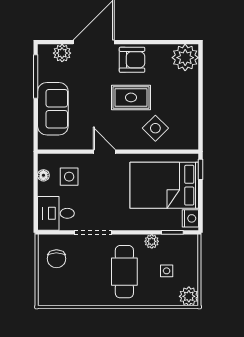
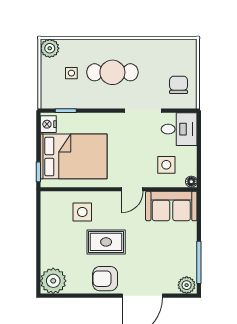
plant: (62, 53) -> (187, 285), moved
sofa: (53, 109) -> (171, 206), moved, turned -90
side table: (155, 128) -> (82, 212), turned 45
door: (104, 152) -> (132, 189), hinge flipped
floor lamp: (43, 175) -> (191, 182), moved
plant: (152, 241) -> (86, 102), removed
cafe table: (124, 272) -> (112, 72), turned 90

